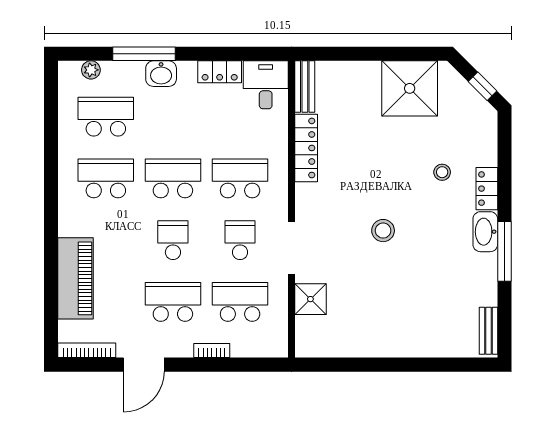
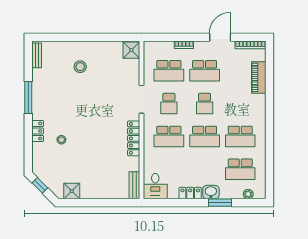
window: (144, 54) -> (220, 203), width x0.69
locker: (220, 72) -> (190, 193), moved
shower: (410, 88) -> (72, 191), width x0.54, depth x0.54
locker: (306, 148) -> (134, 138), moved
stool: (383, 231) -> (80, 67), moved
washbasin: (485, 232) -> (38, 108), removed
piano: (75, 278) -> (259, 77), width x0.73, depth x0.75
shower: (310, 299) -> (131, 50), moved

